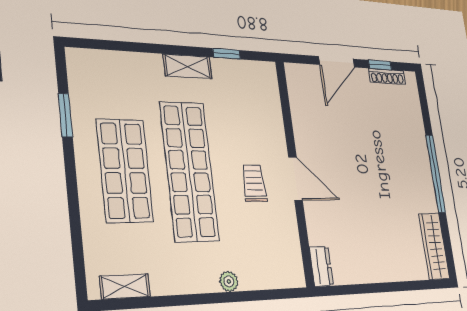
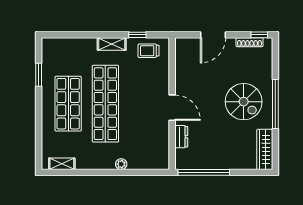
window: (380, 65) -> (259, 35), moved
spiral stairs: (394, 169) -> (244, 102), added
trolley: (254, 183) -> (149, 51), moved, turned -90
dresser: (321, 266) -> (181, 137), moved
window: (358, 289) -> (204, 172), added

